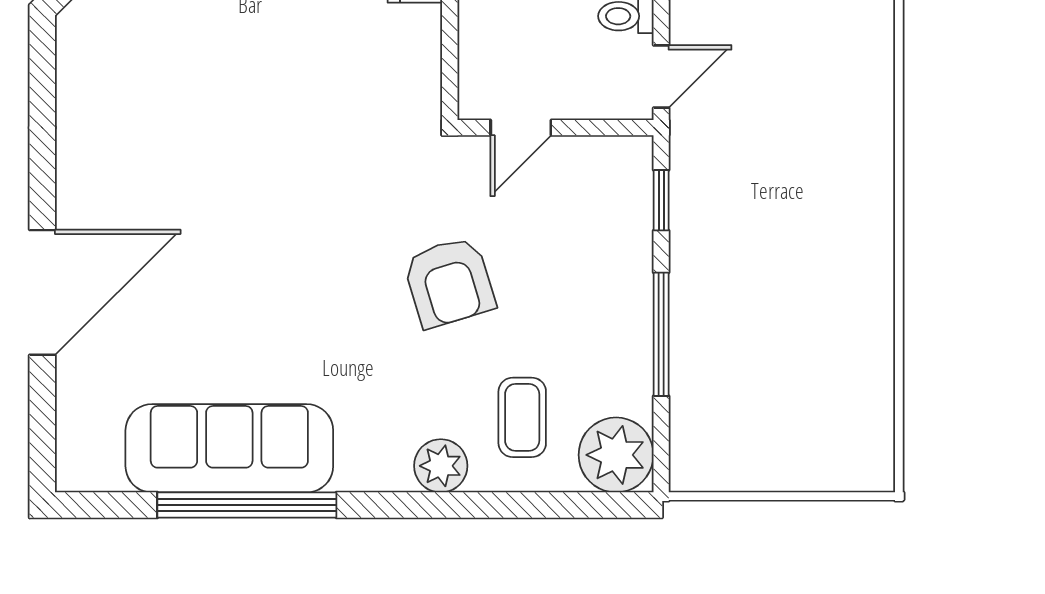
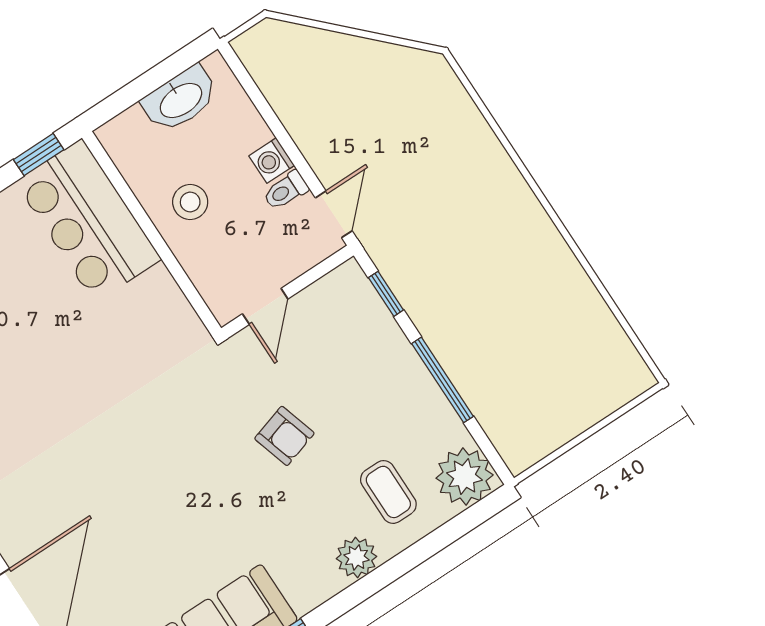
armchair: (449, 282) -> (284, 436), width x0.72, depth x0.72

